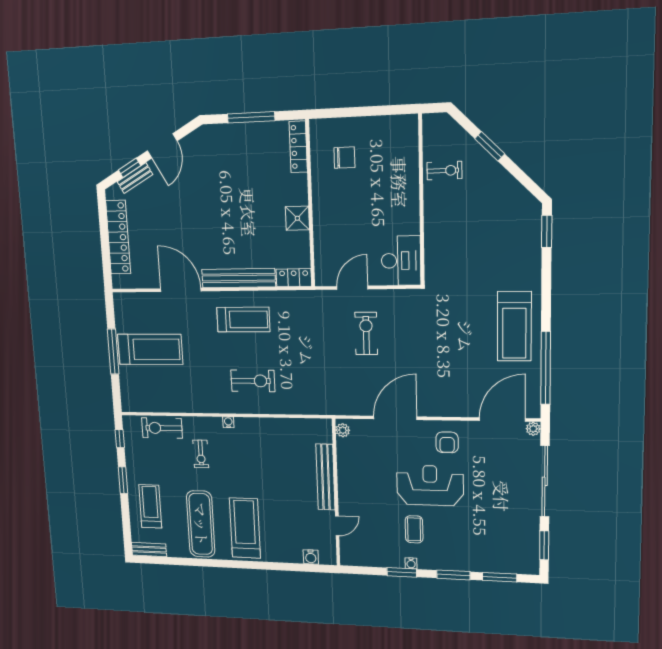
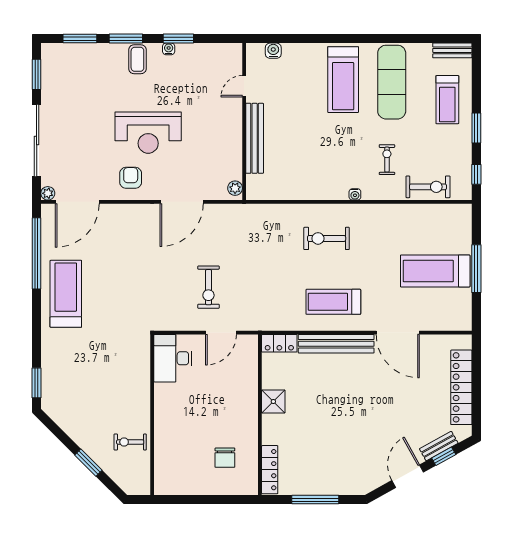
chair: (344, 158) -> (225, 458), turned -90
coffee table: (414, 529) -> (137, 59), moved

